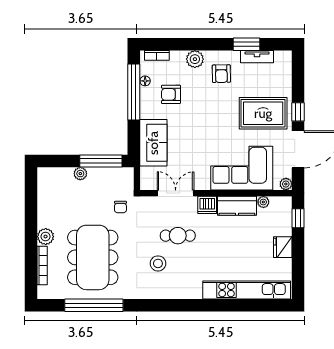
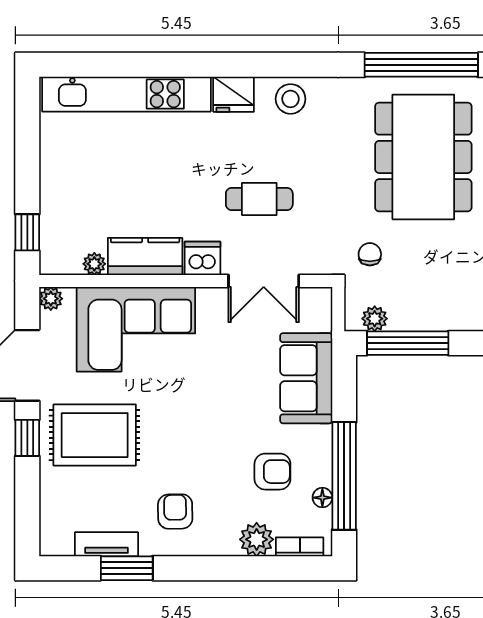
plant: (195, 59) -> (257, 539), moved
plant: (80, 174) -> (375, 319), moved
fridge: (283, 247) -> (234, 94), moved, turned 90
stool: (158, 263) -> (291, 99), moved

